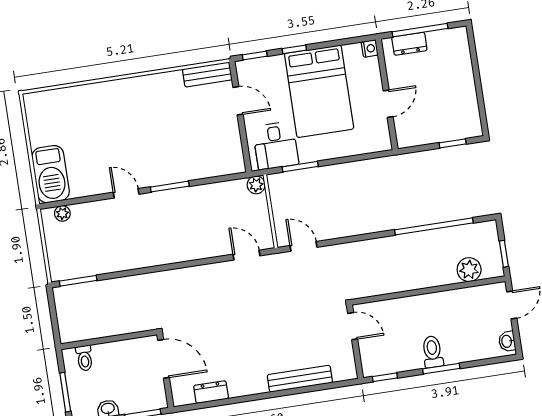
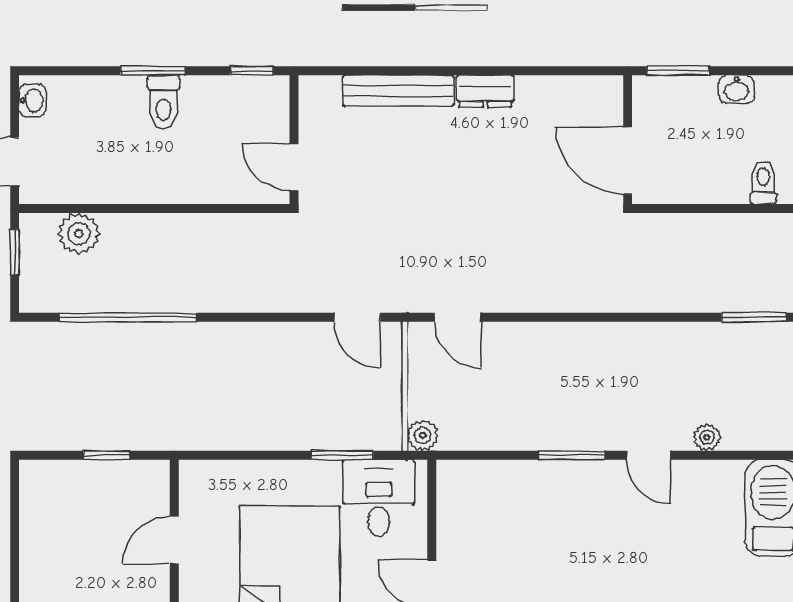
window: (453, 143) -> (106, 455), moved
plant: (62, 213) -> (707, 437), moved
dresser: (211, 392) -> (485, 91), moved

